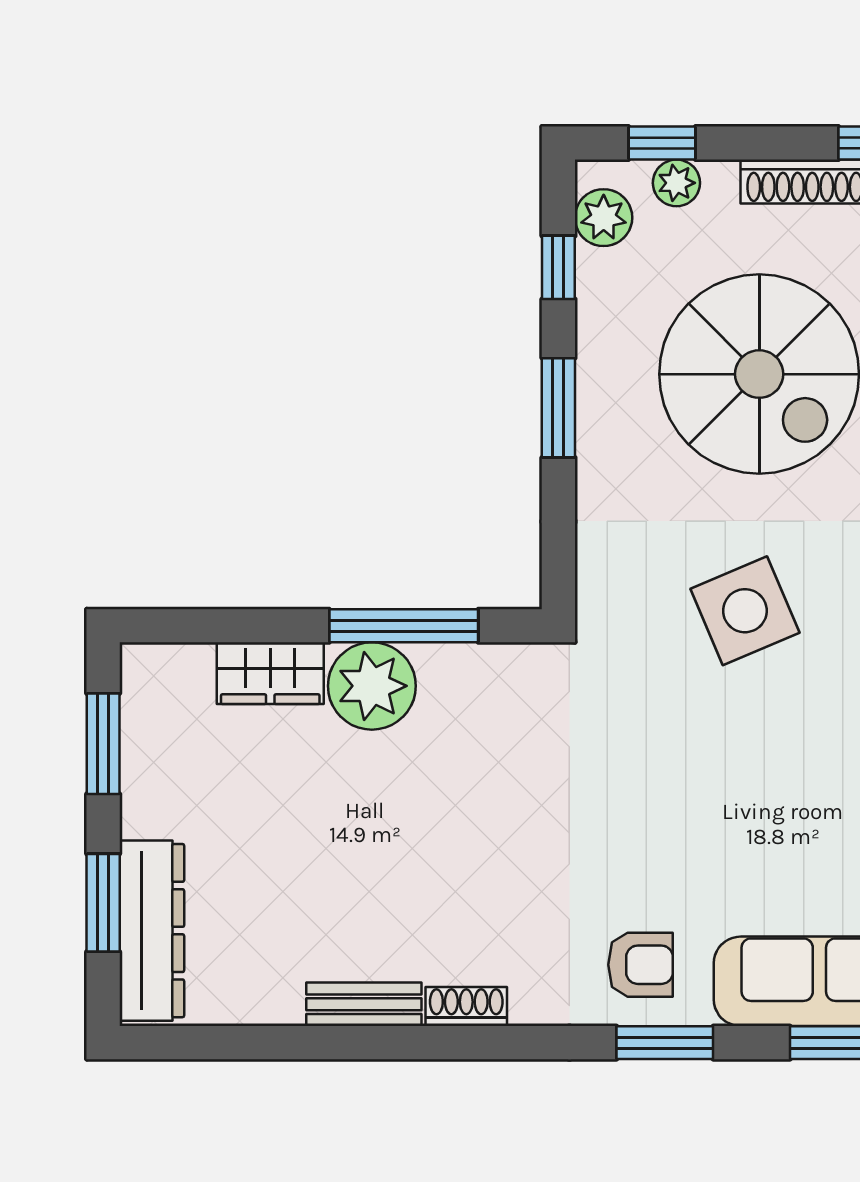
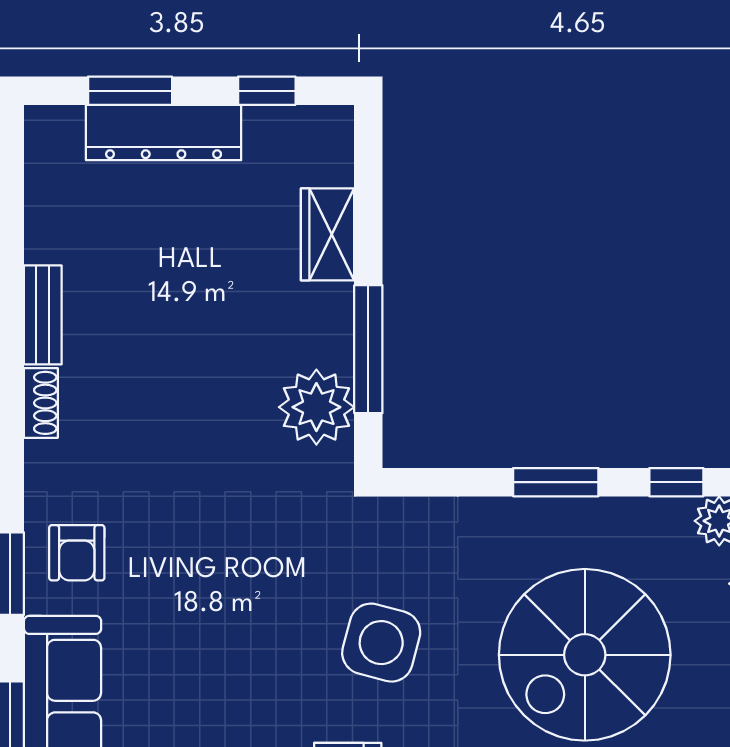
side table: (745, 611) -> (381, 643), turned 38
plant: (372, 686) -> (316, 407), moved
window: (103, 744) -> (267, 91), width x0.67
dresser: (152, 931) -> (164, 133), moved

